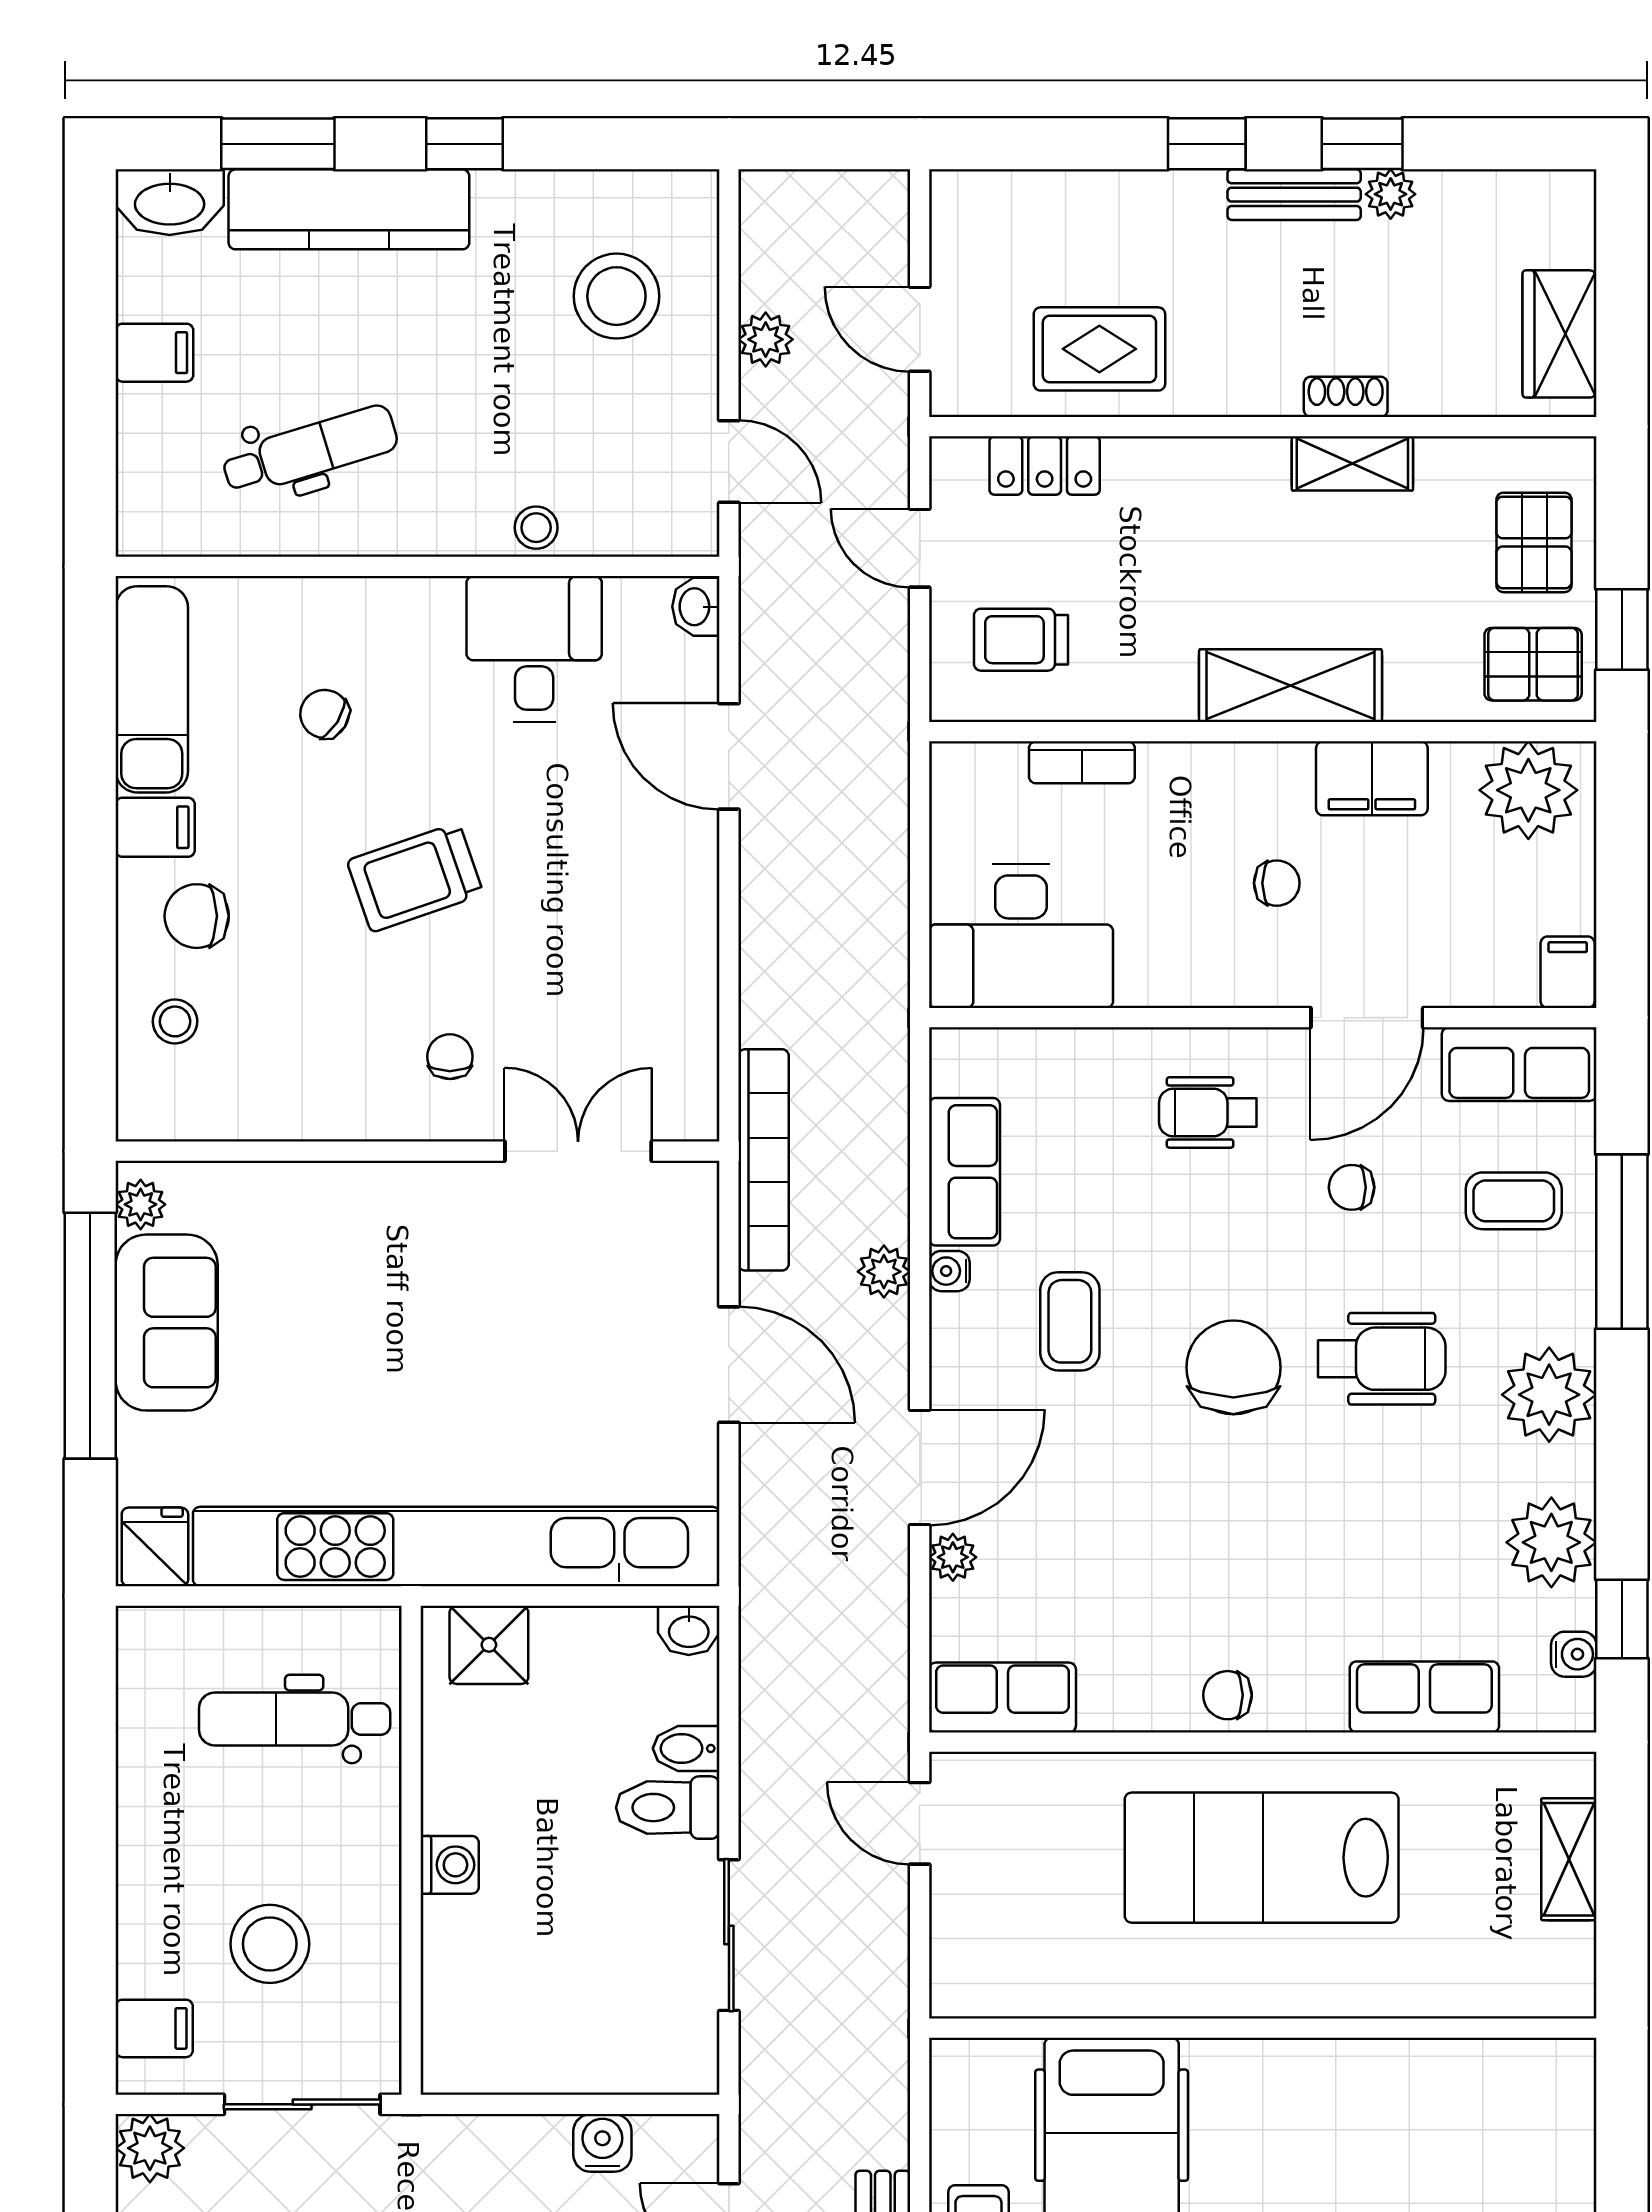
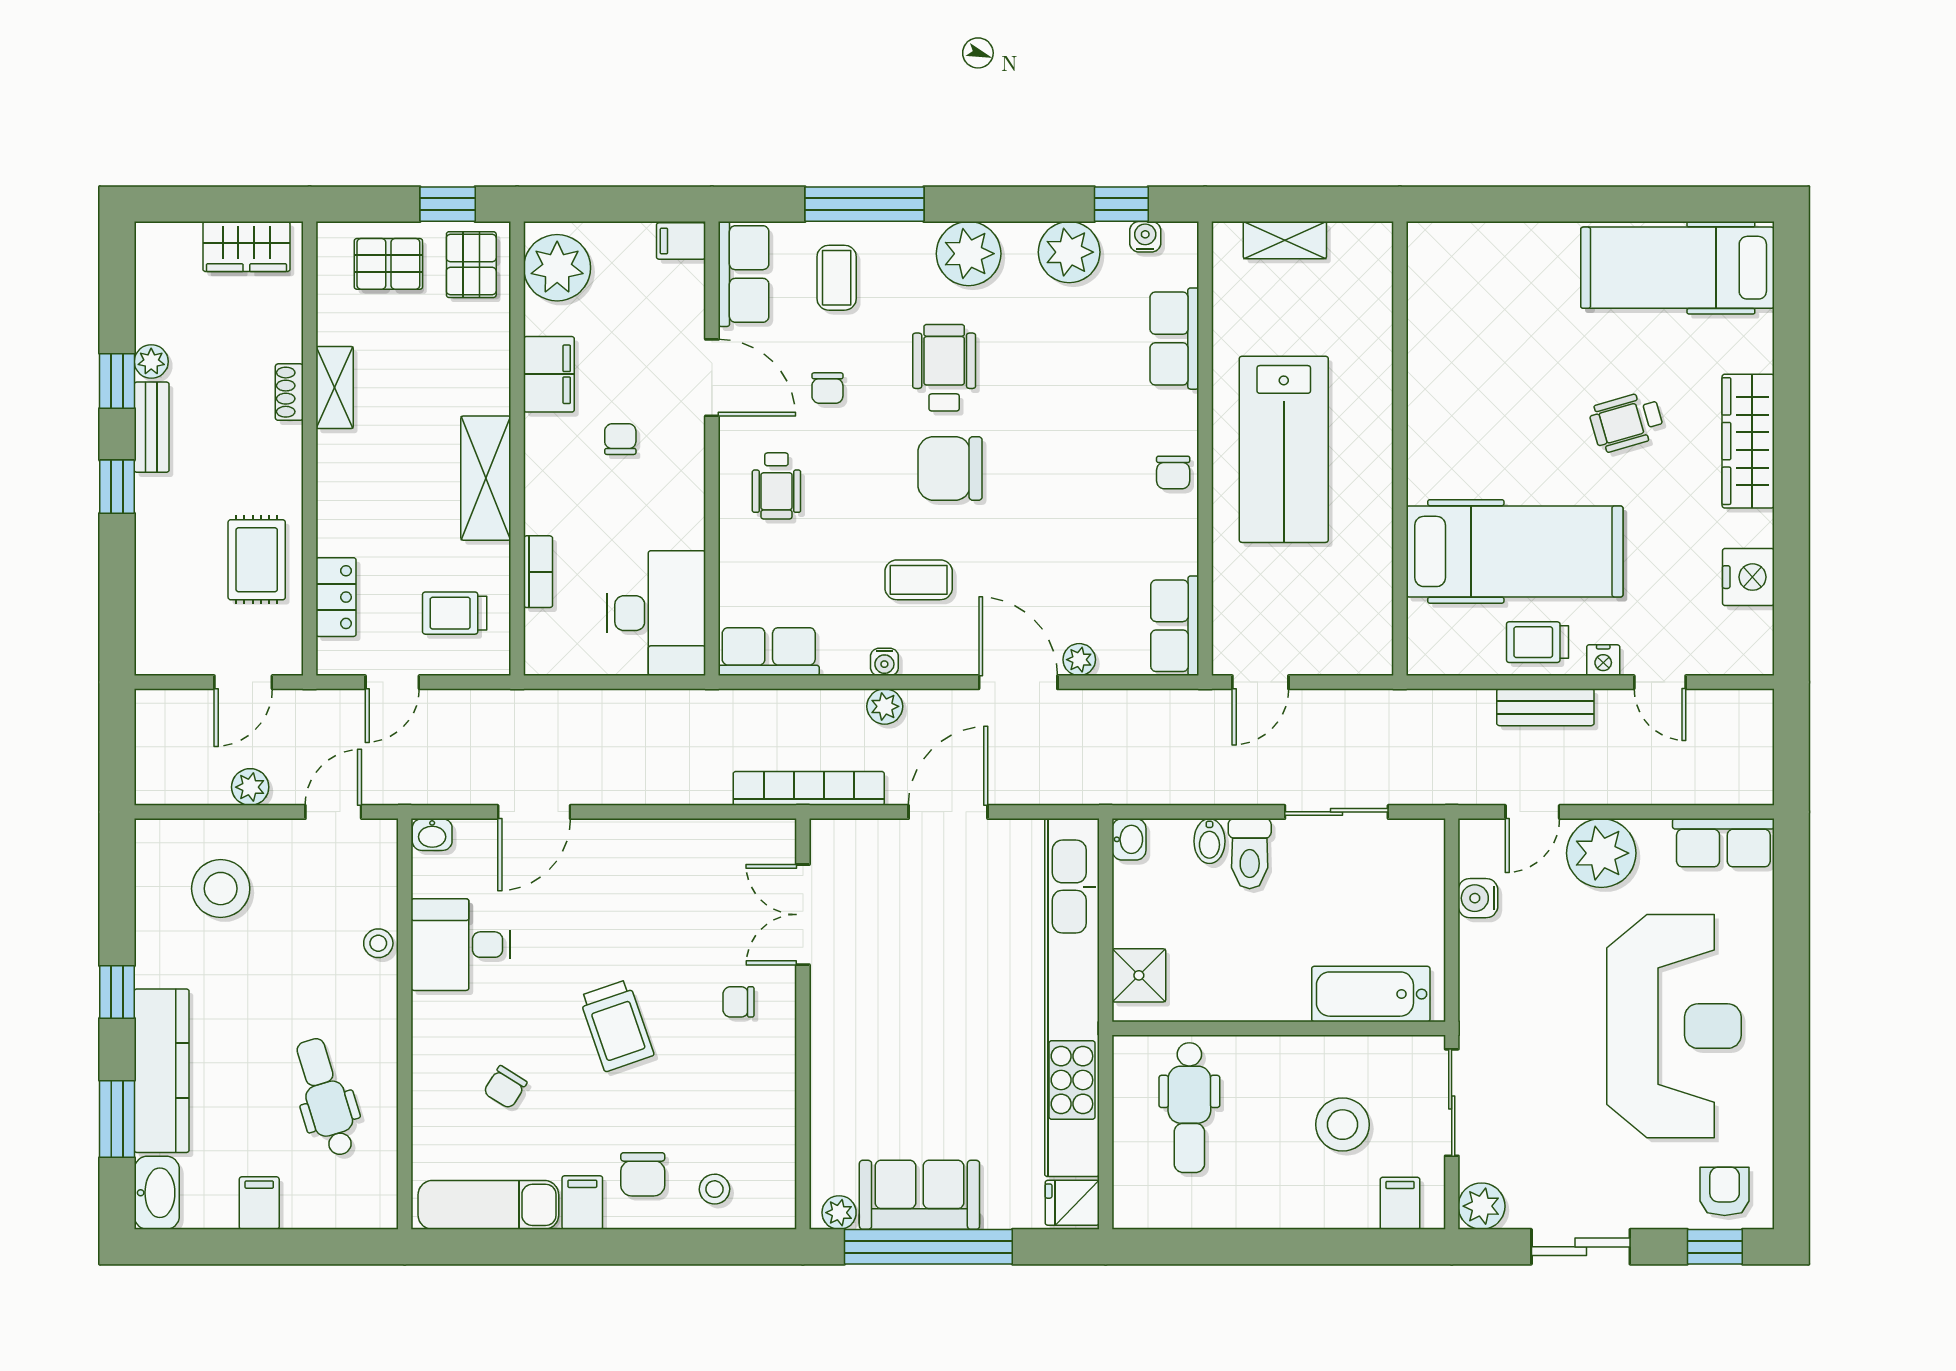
trolley: (1021, 640) -> (455, 613), turned 90
shelving: (1290, 686) -> (486, 478), moved
row of seats: (964, 1172) -> (769, 652), moved
washing machine: (450, 1865) -> (1289, 1002), removed
bathtub: (462, 1986) -> (1371, 994), added

